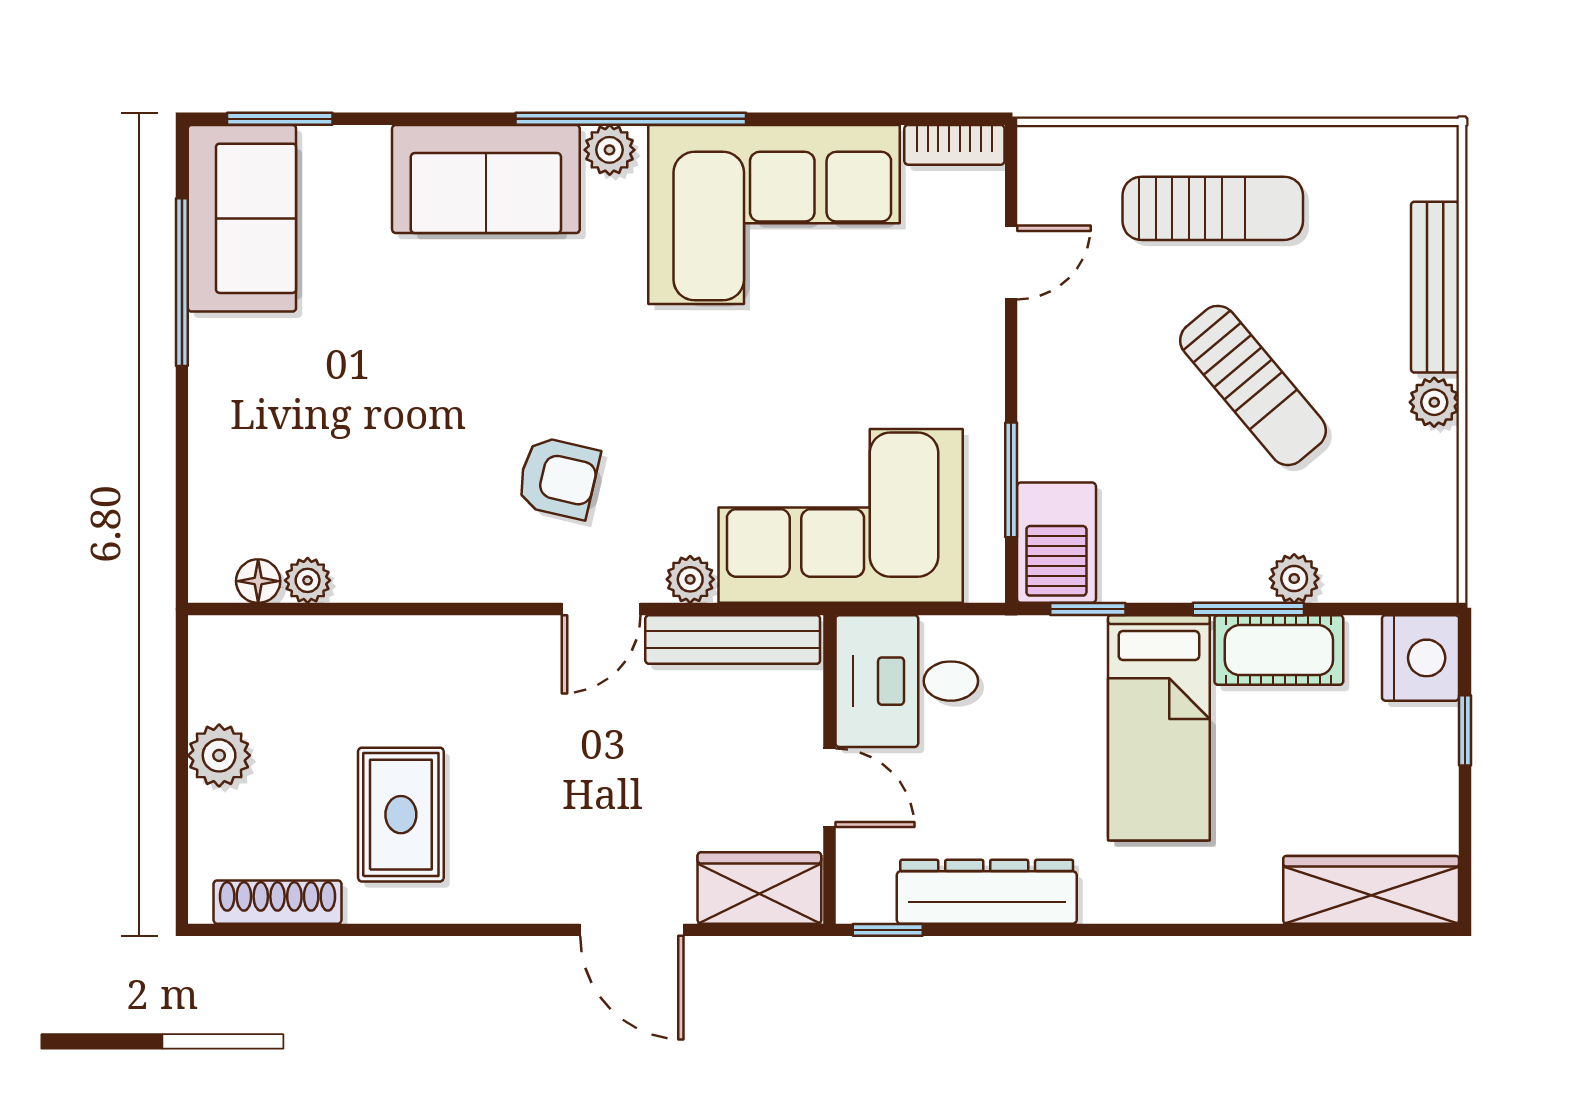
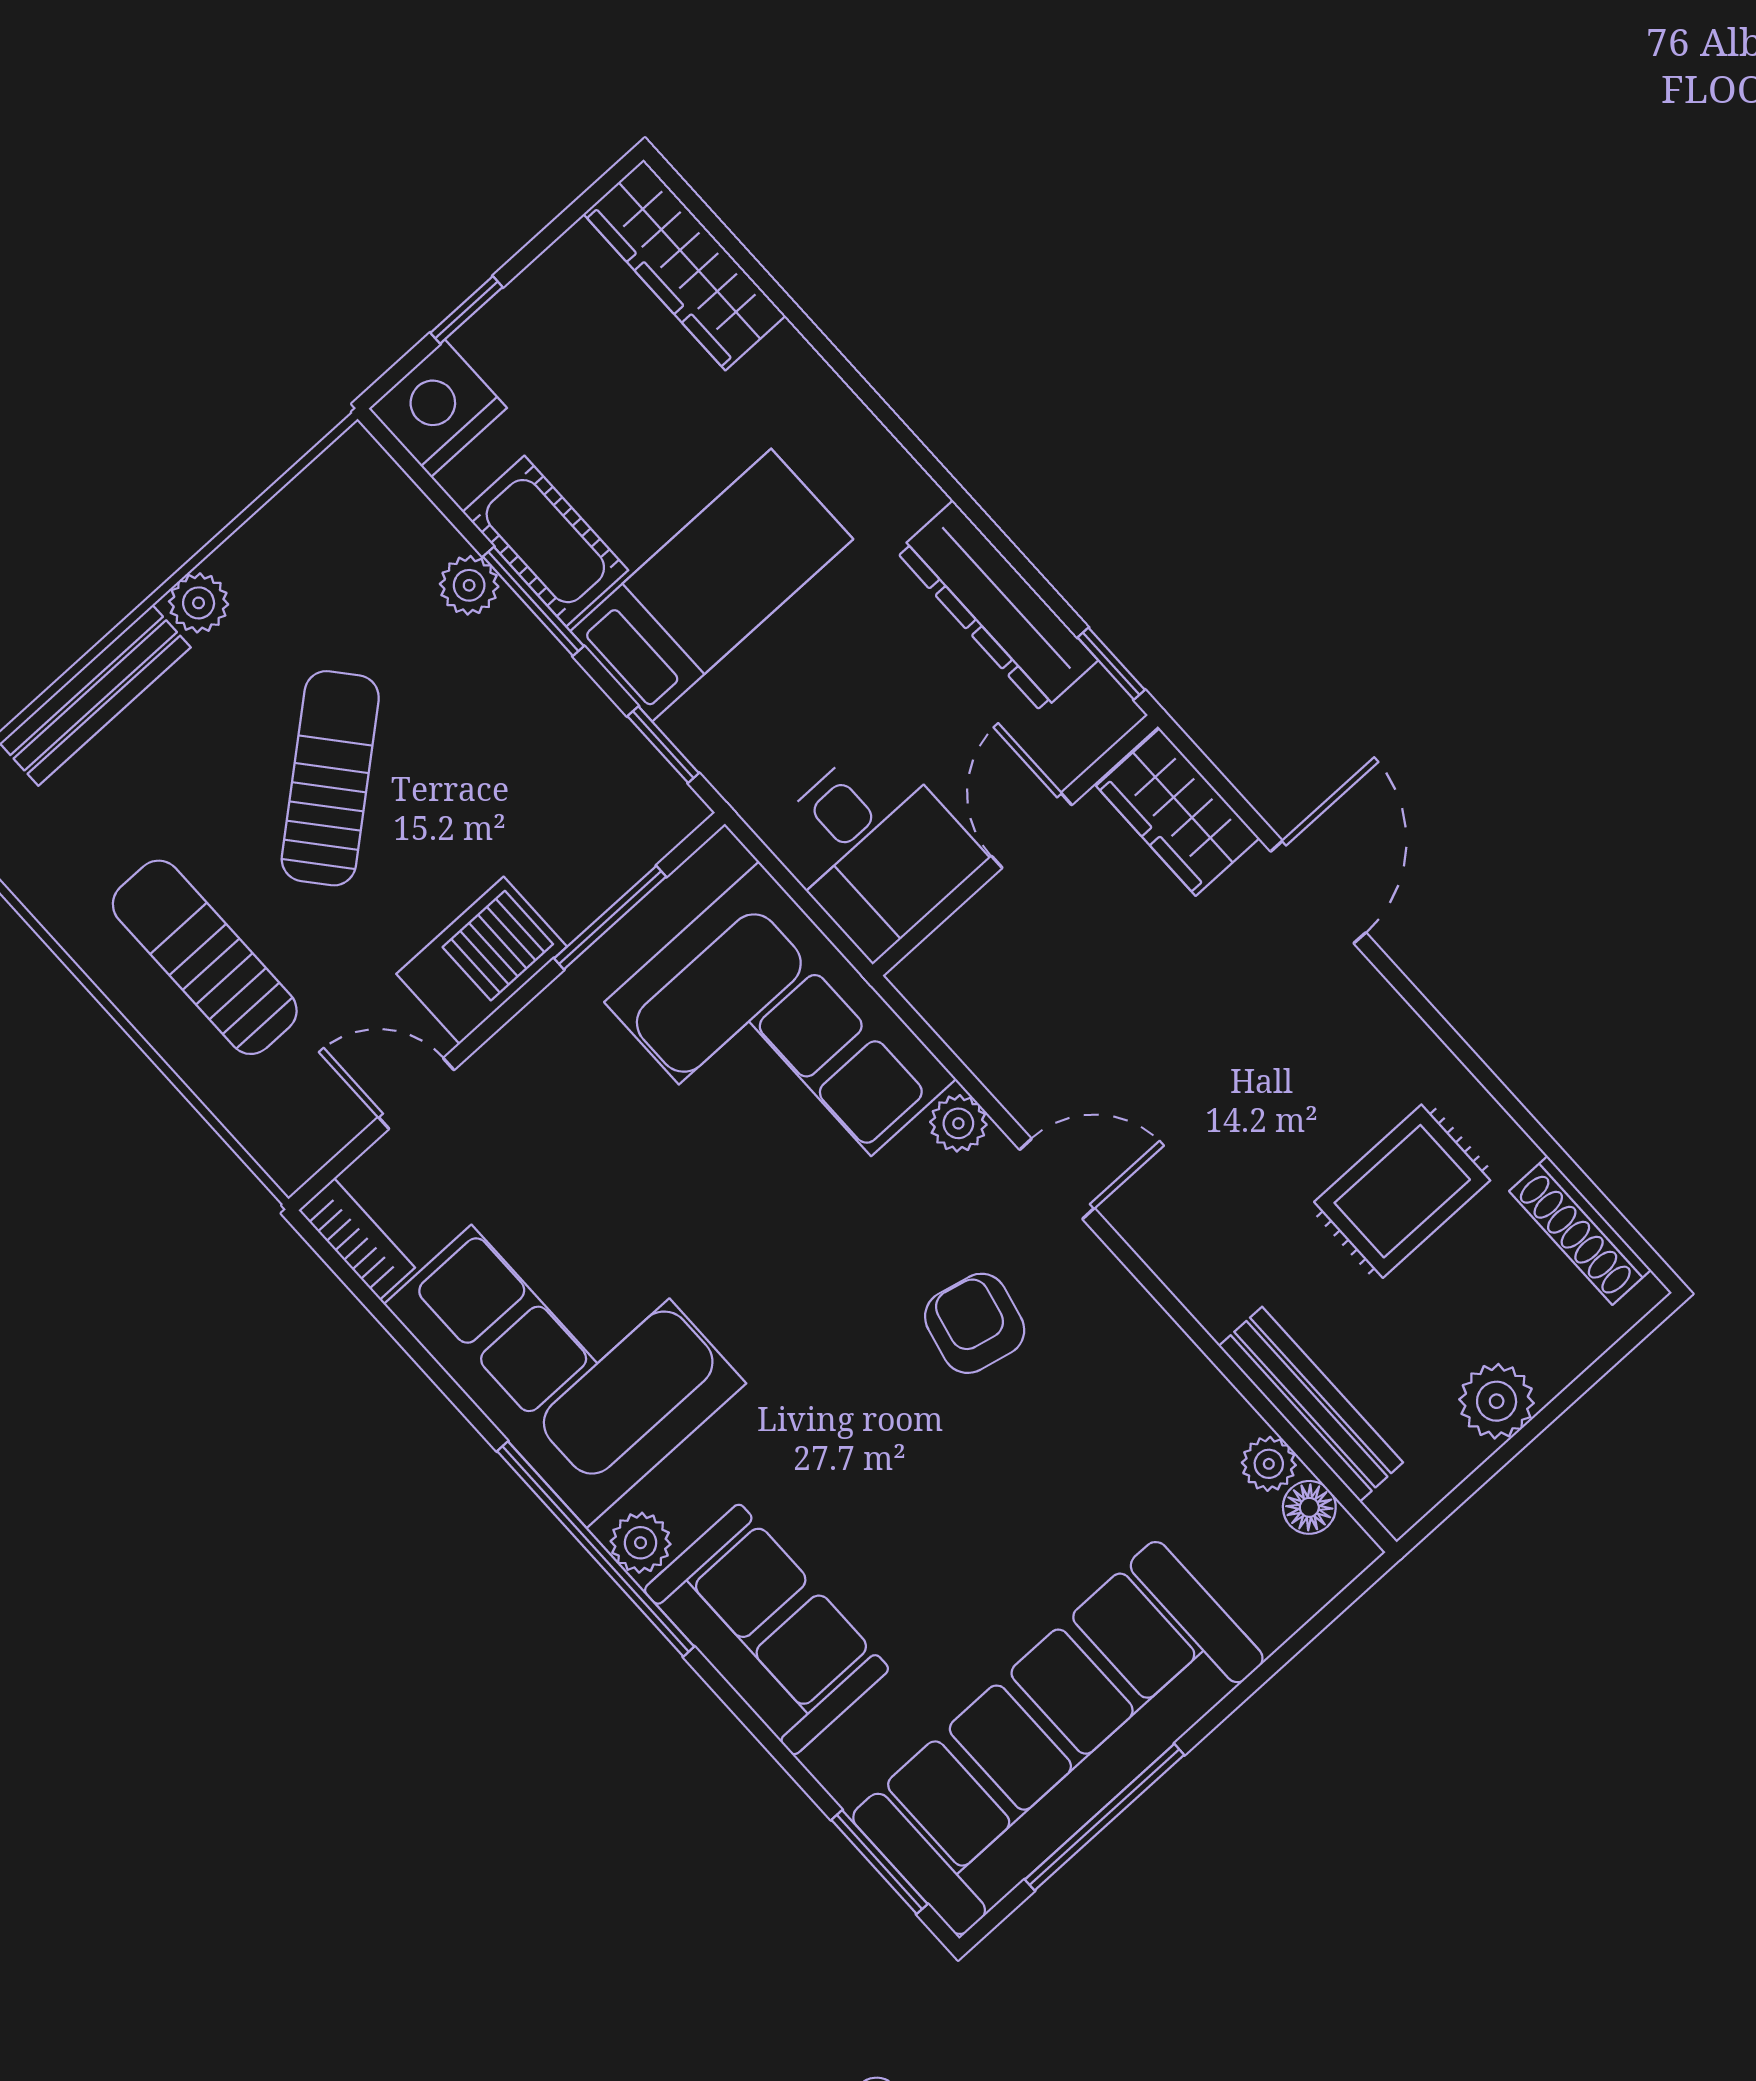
sofa: (242, 218) -> (1058, 1738), width x1.85, depth x1.27
barbecue: (1056, 543) -> (482, 960), moved
bench: (733, 640) -> (1311, 1404), moved

